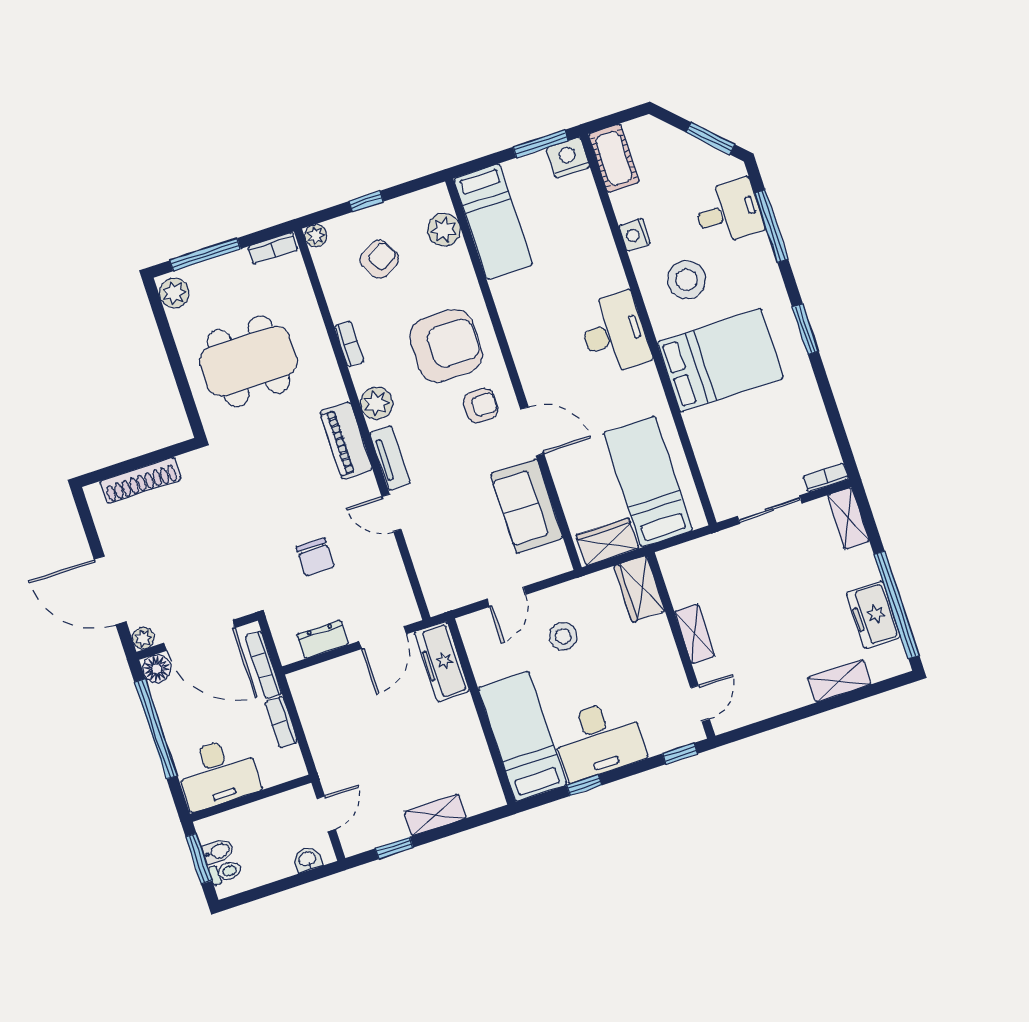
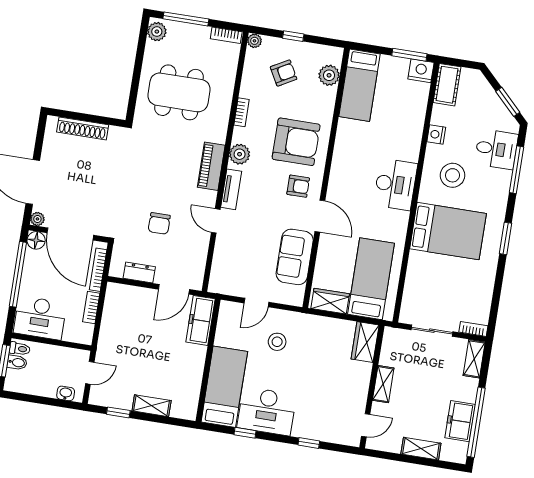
wardrobe: (639, 589) -> (365, 342), moved
shelving: (695, 634) -> (383, 384), moved
wall: (681, 645) -> (372, 387), moved
door: (700, 703) -> (366, 425), moved
toilet: (226, 872) -> (20, 349), moved

